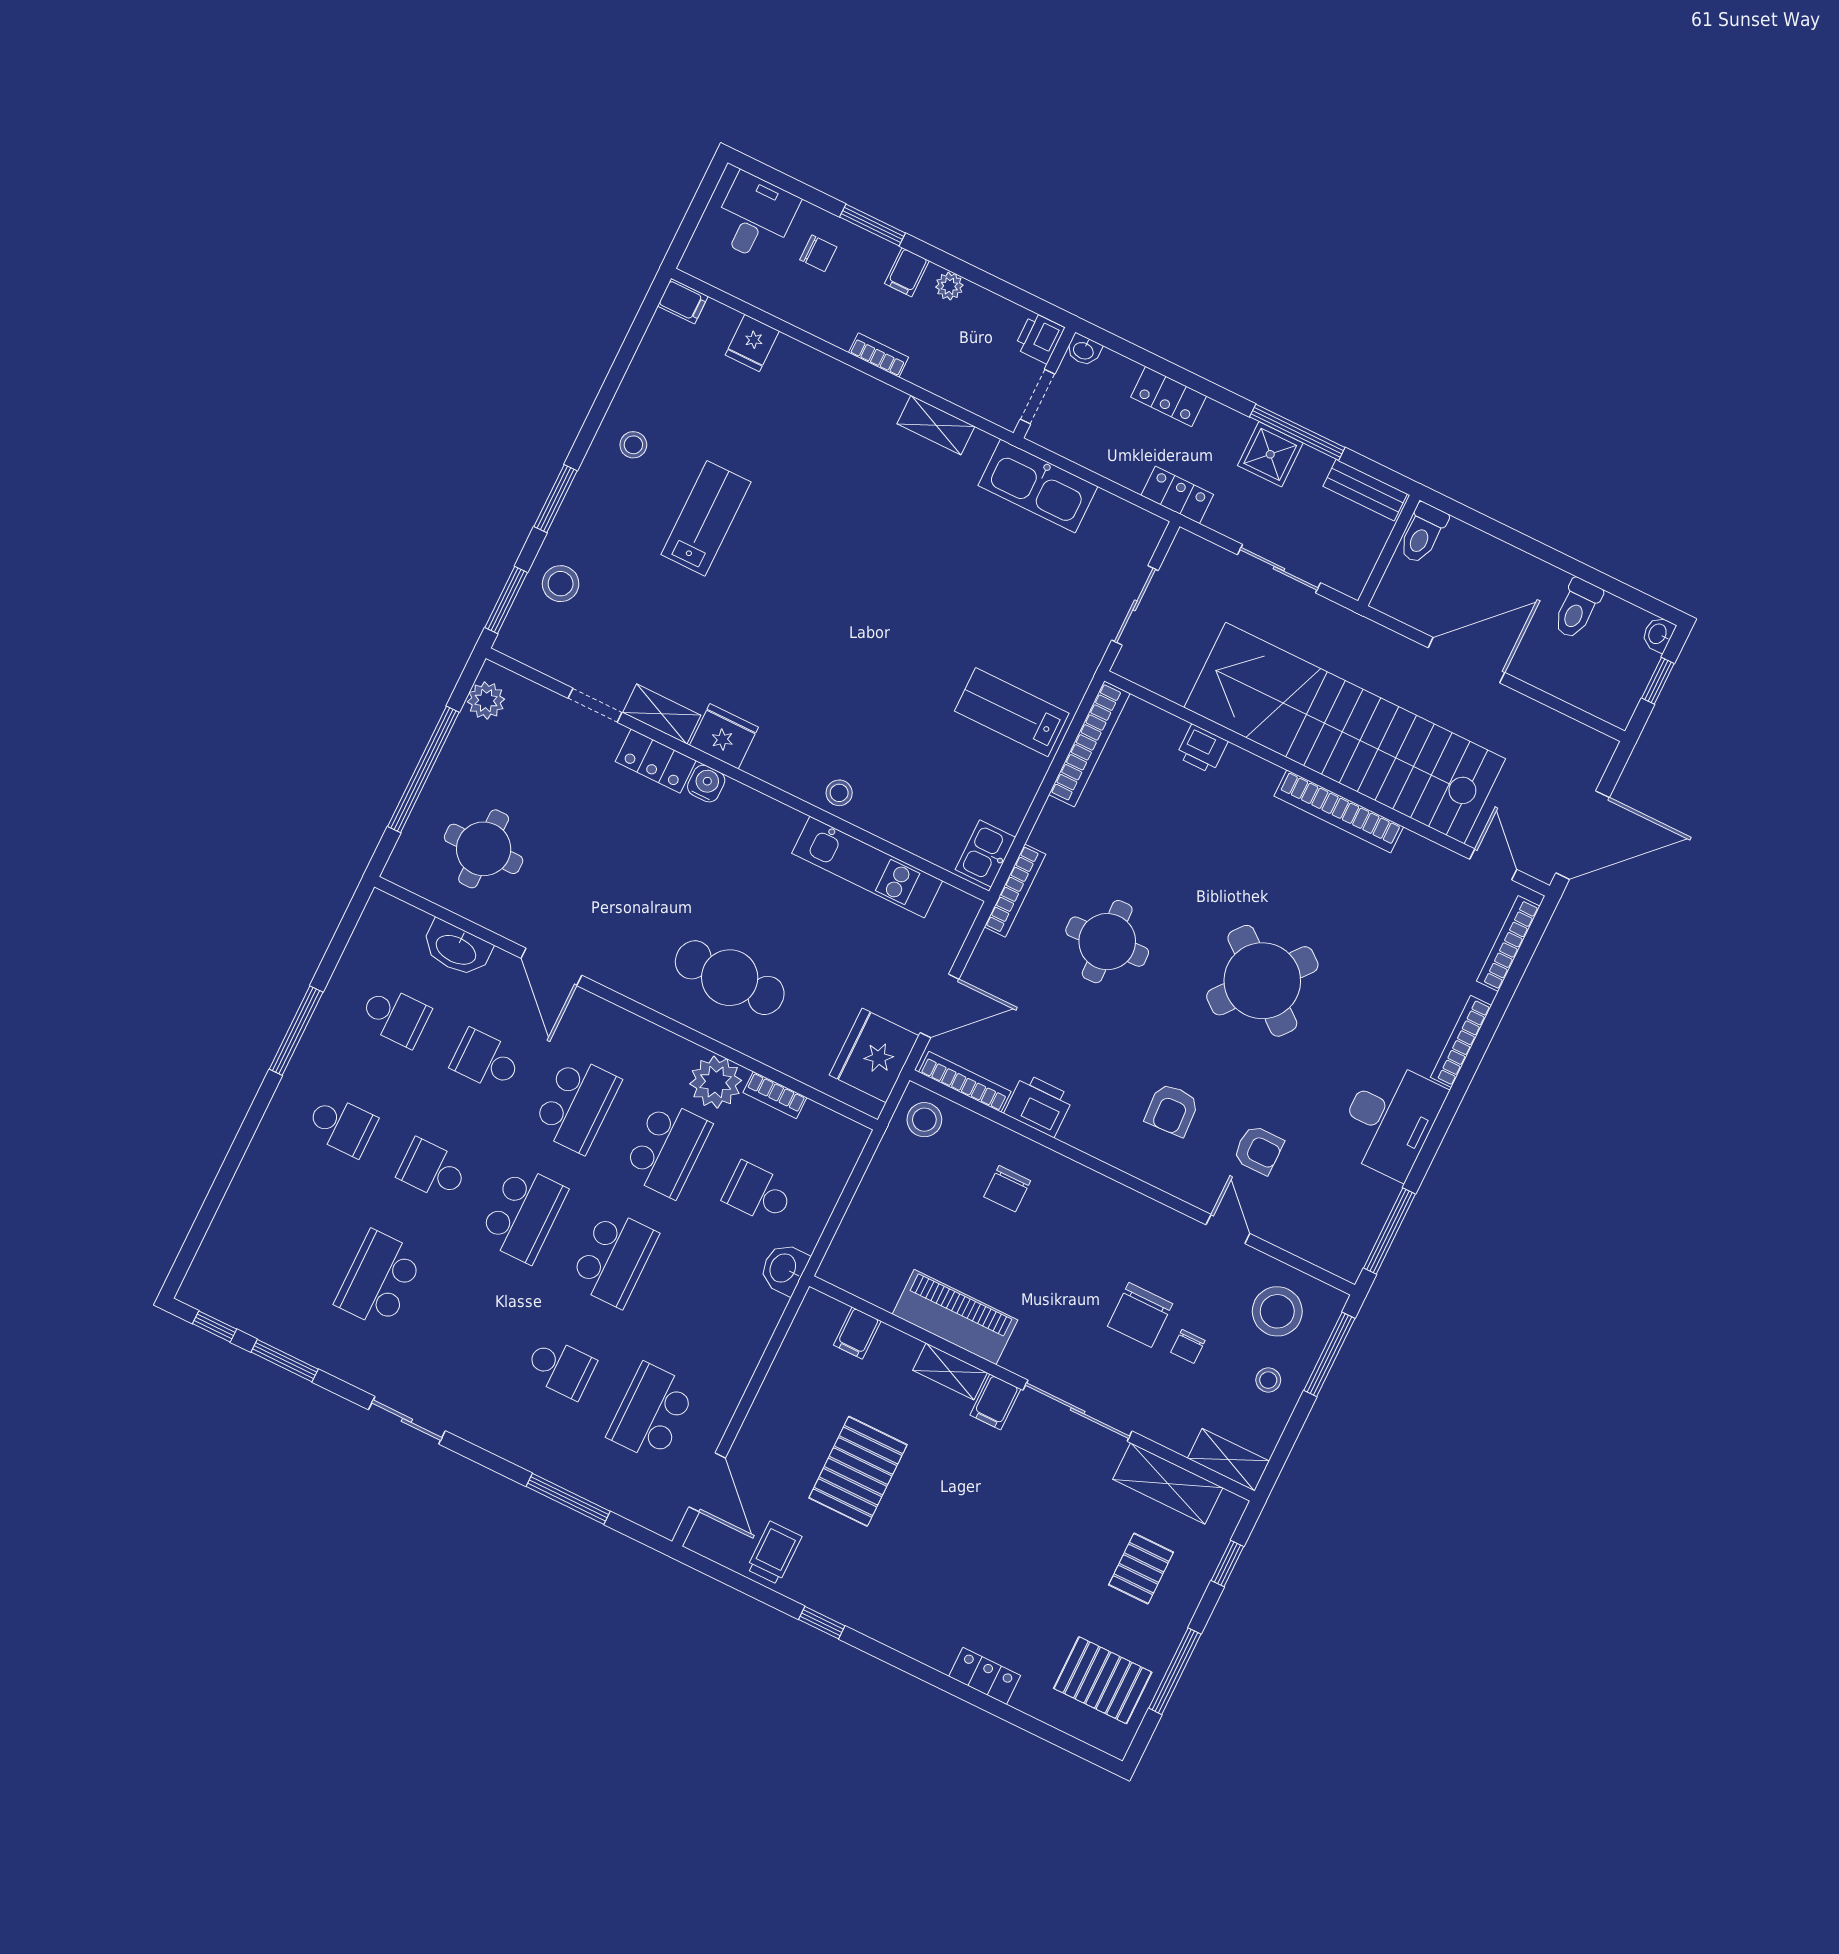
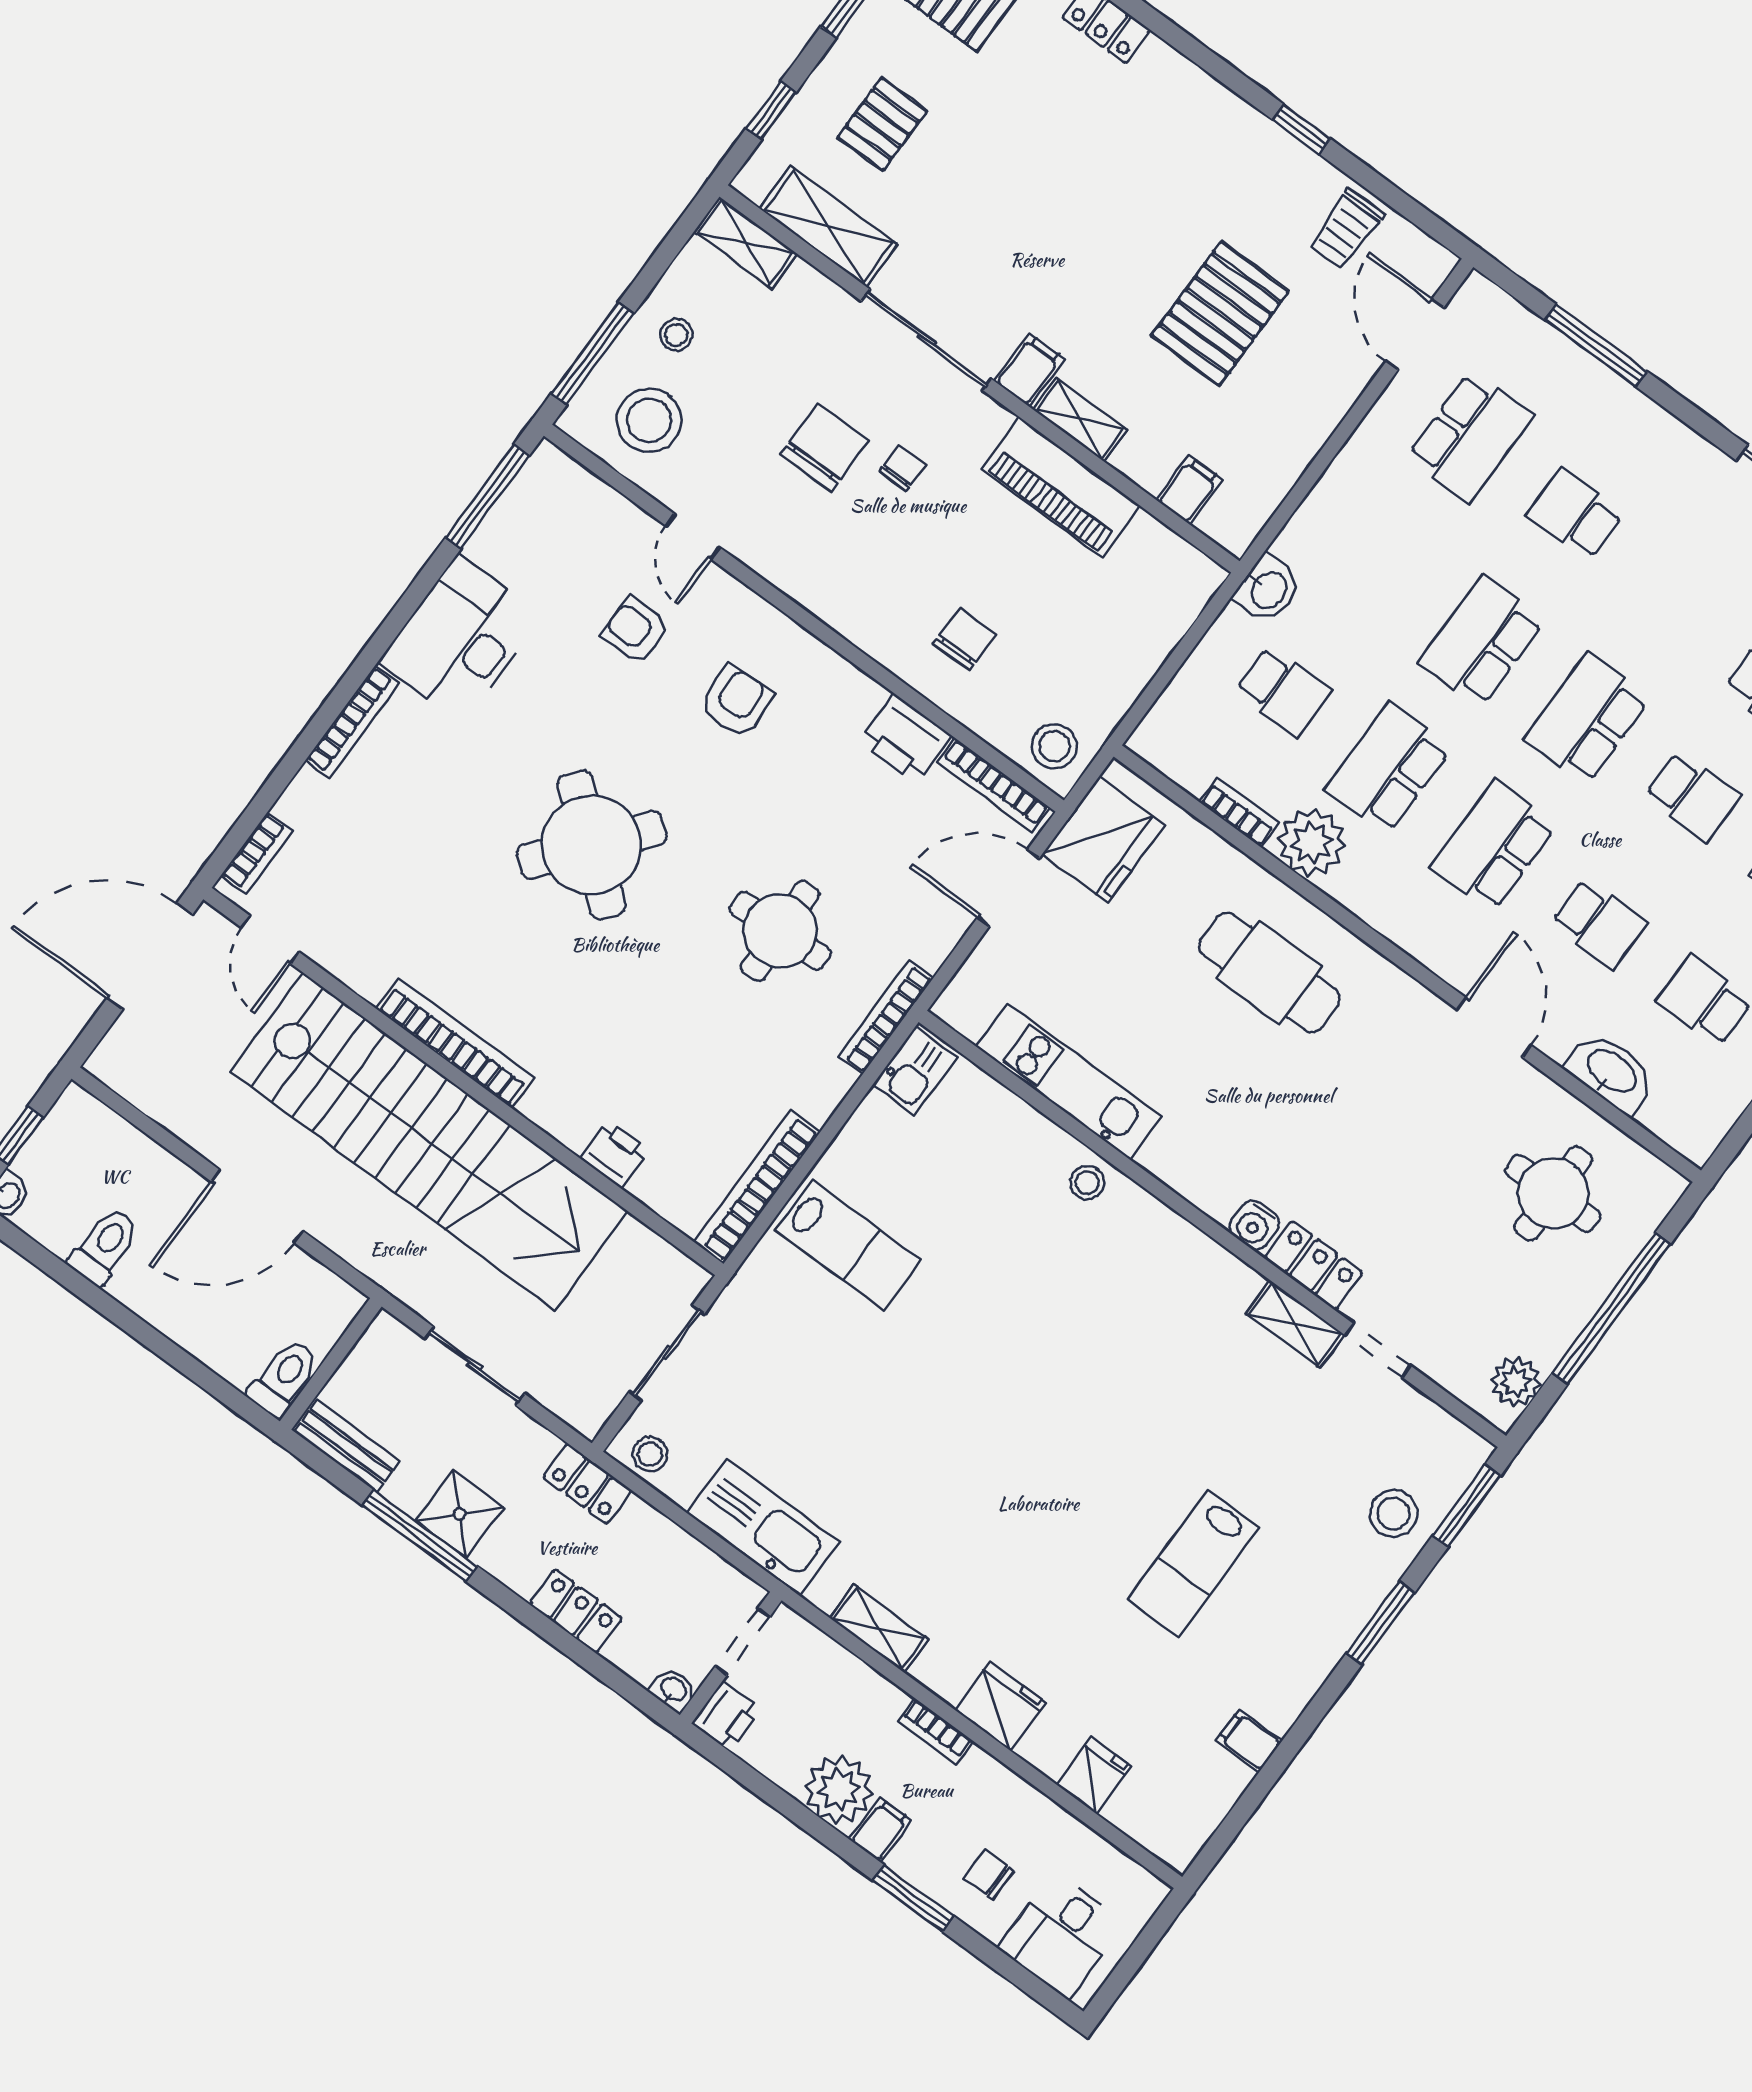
plant: (949, 286) -> (839, 1790), width x1.87, depth x1.87
filing cabinet: (683, 301) -> (1249, 1741), moved
stool: (633, 445) -> (650, 1454), moved
fridge: (724, 736) -> (1000, 1706), moved, turned 180
bookcase: (1508, 944) -> (256, 853), width x0.64
chair: (1188, 1346) -> (902, 468), moved

